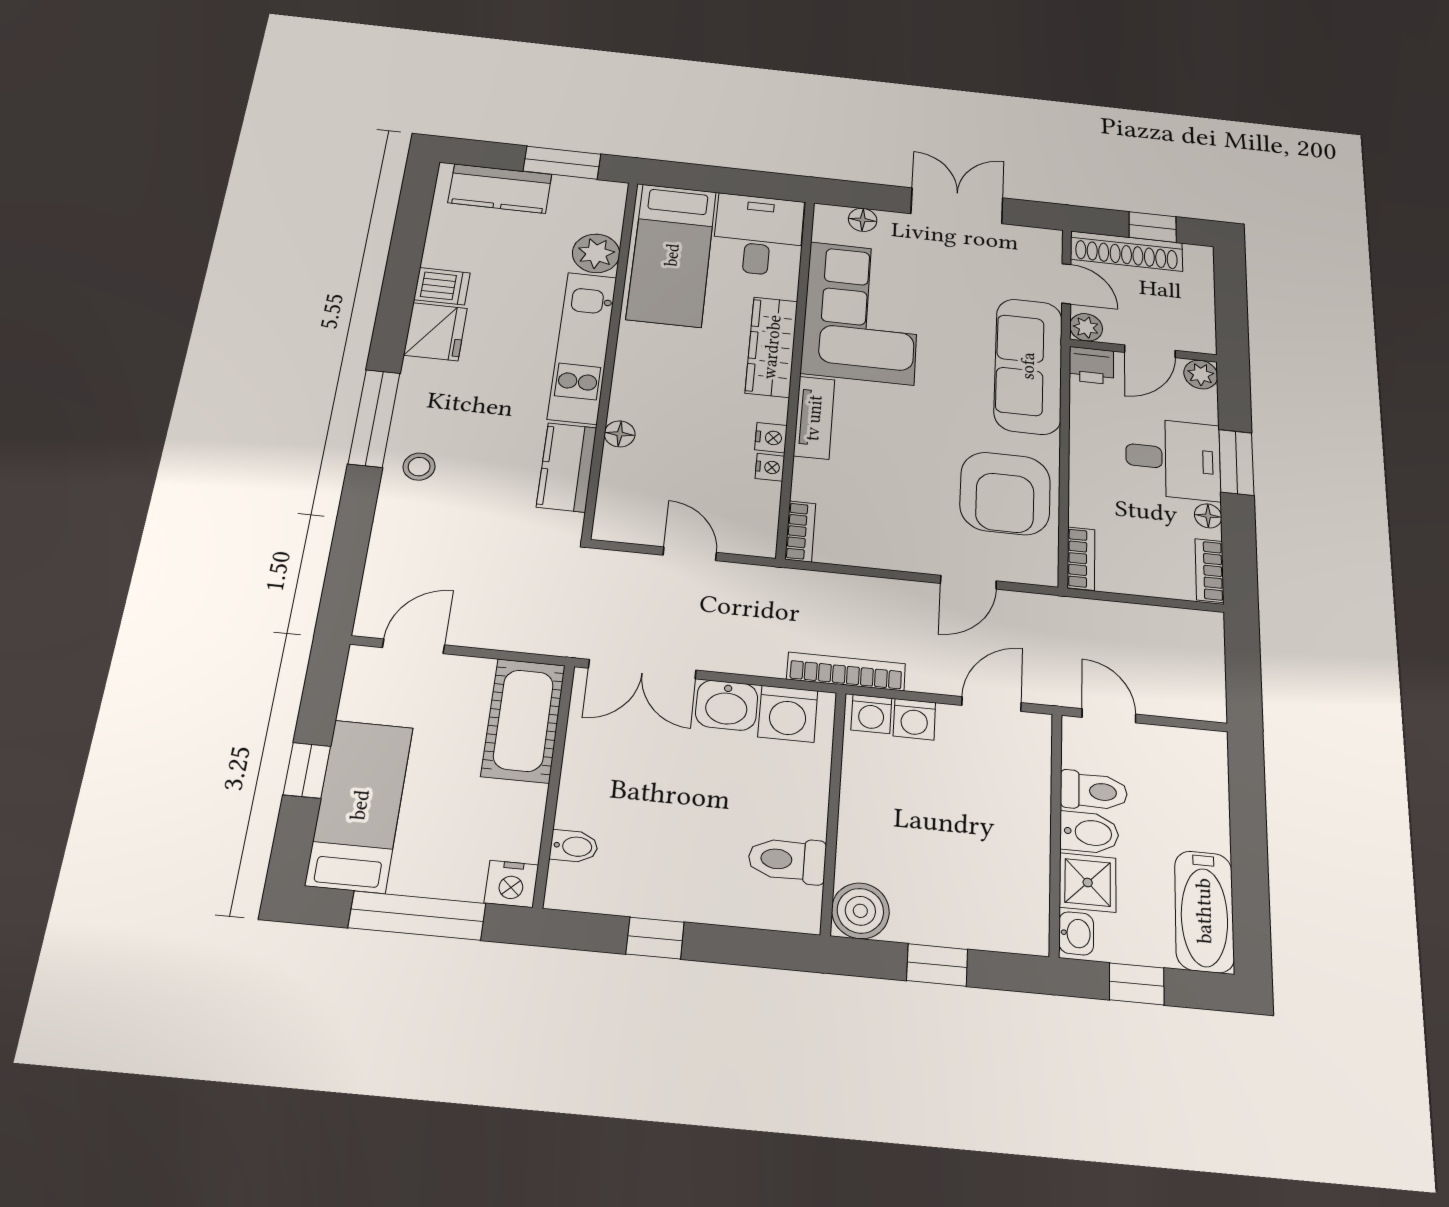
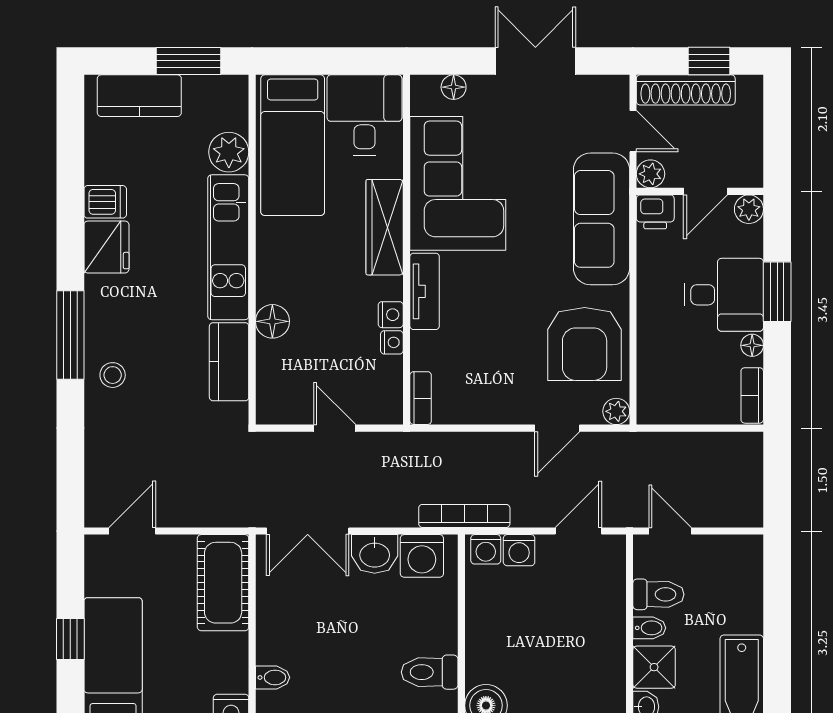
floor lamp: (620, 434) -> (272, 321), width x1.37, depth x1.37
bookcase: (1081, 558) -> (647, 396), removed
plant: (1042, 571) -> (616, 411), added
bidet: (1089, 833) -> (649, 628), width x0.72, depth x0.74

